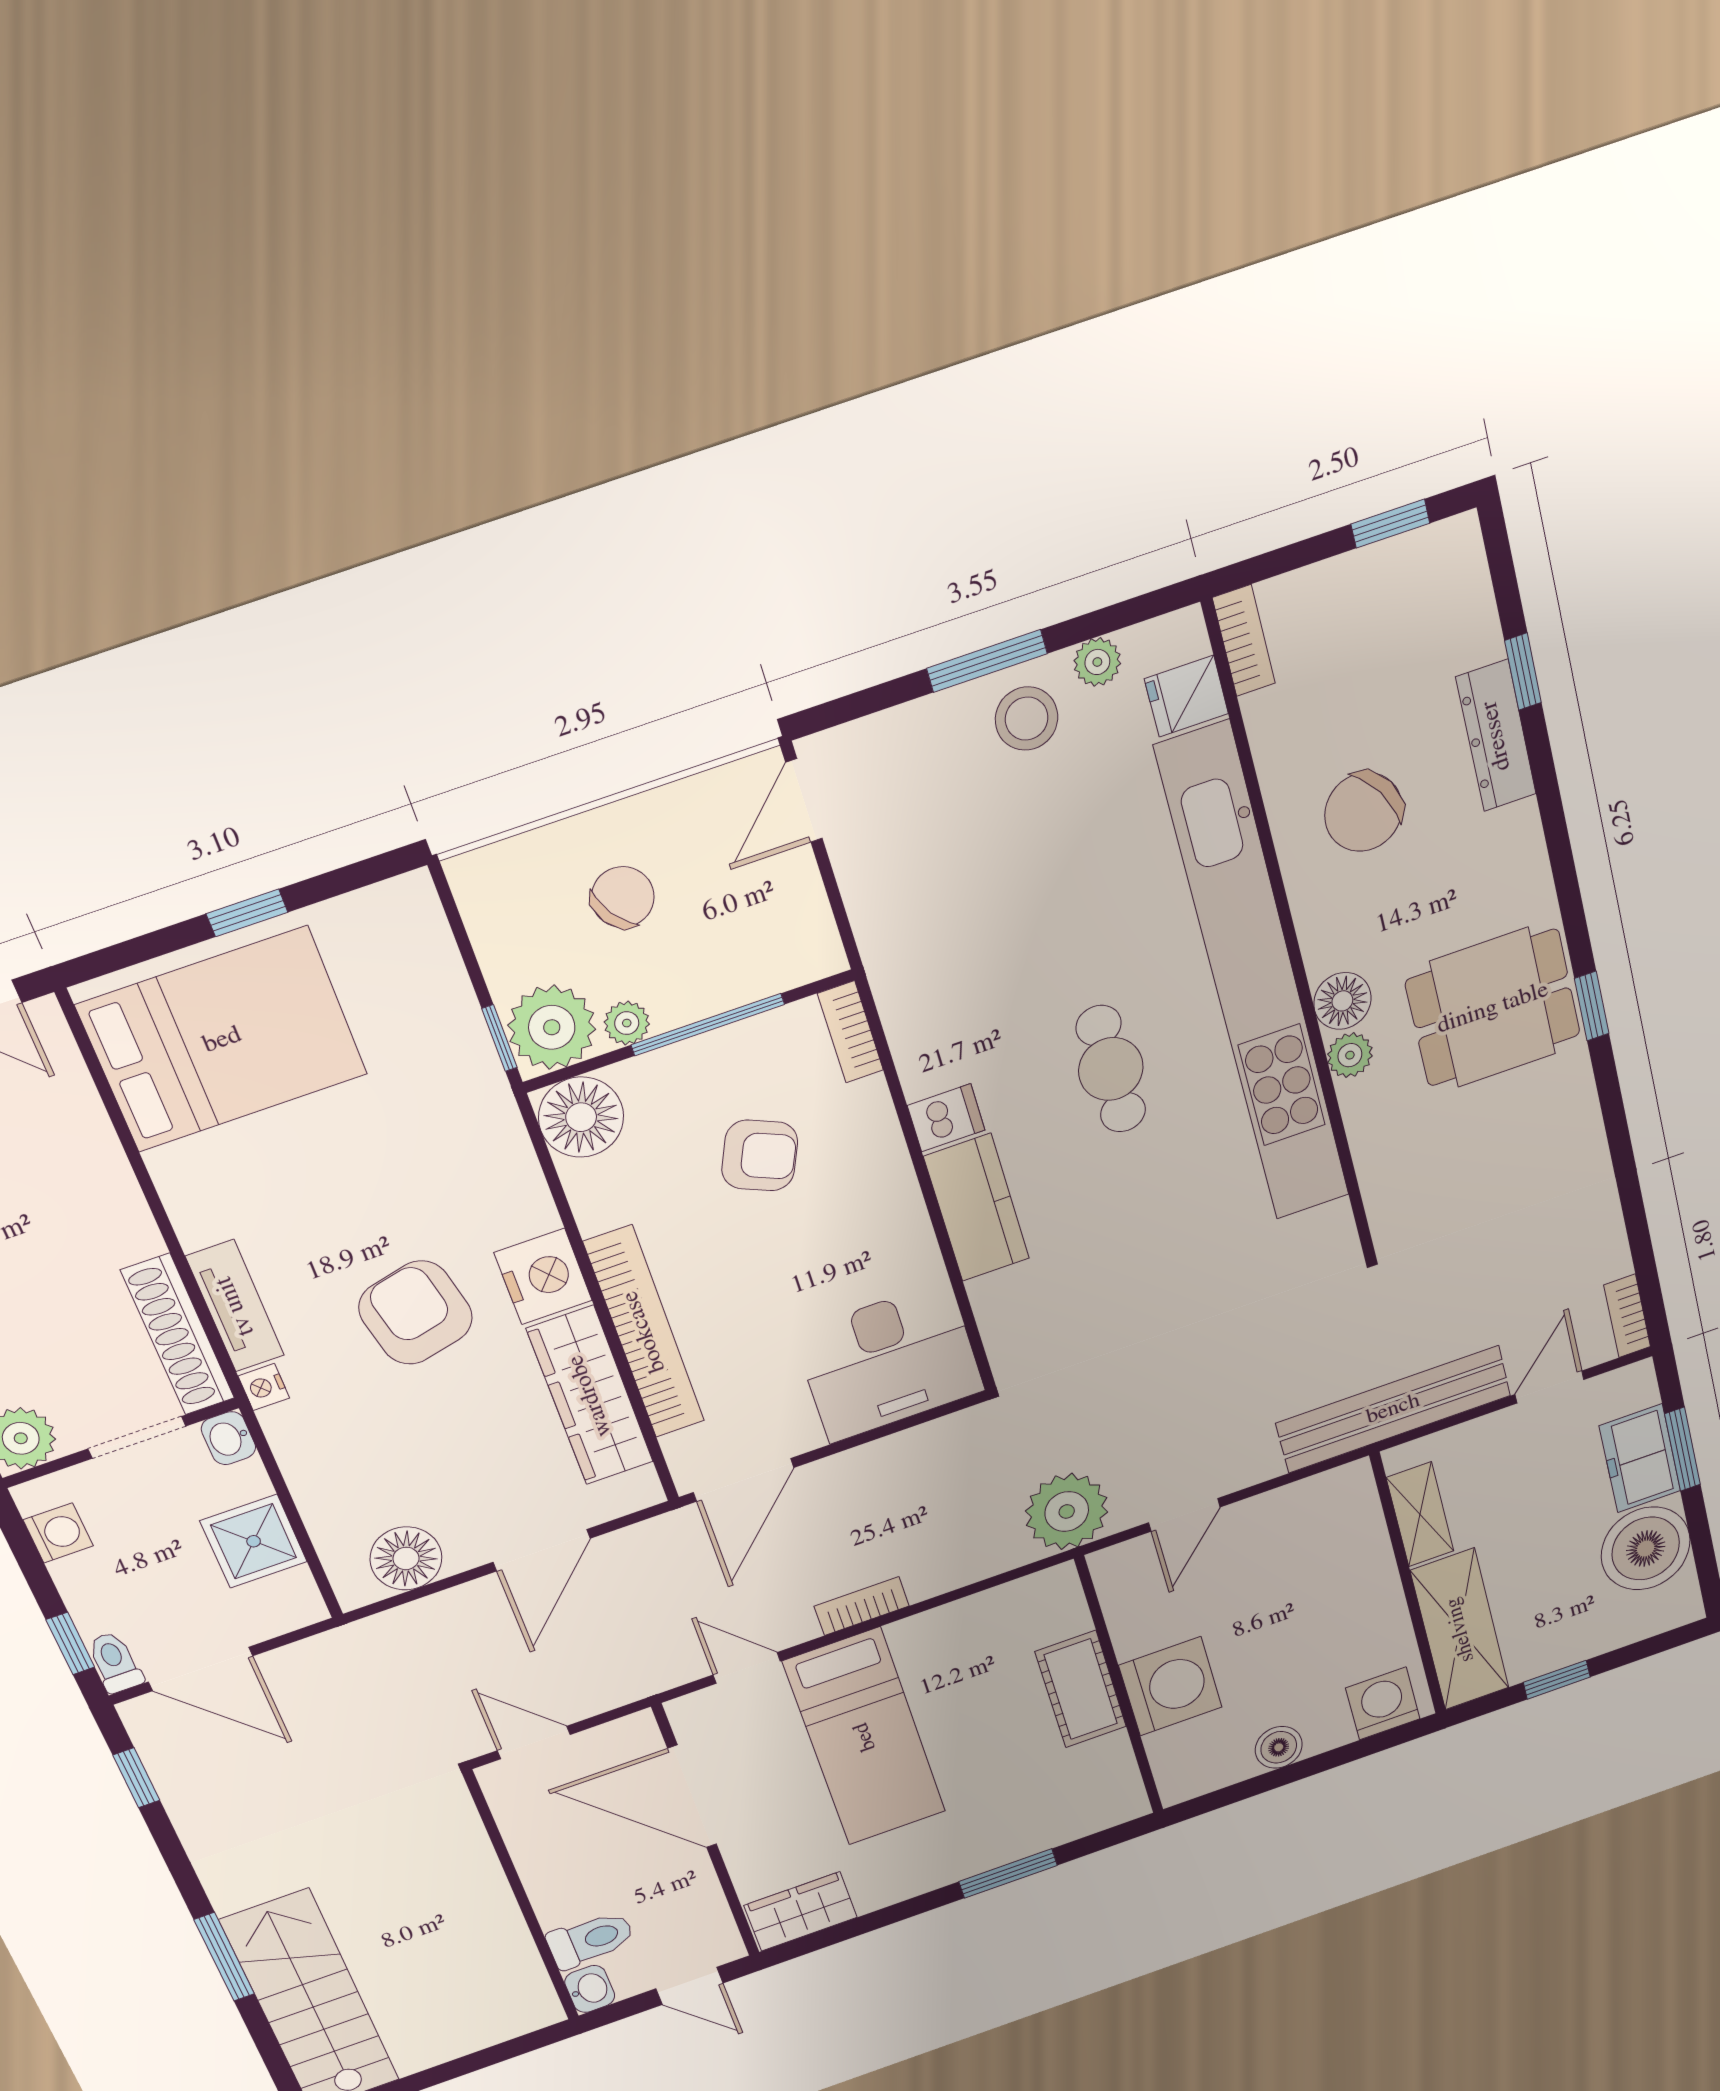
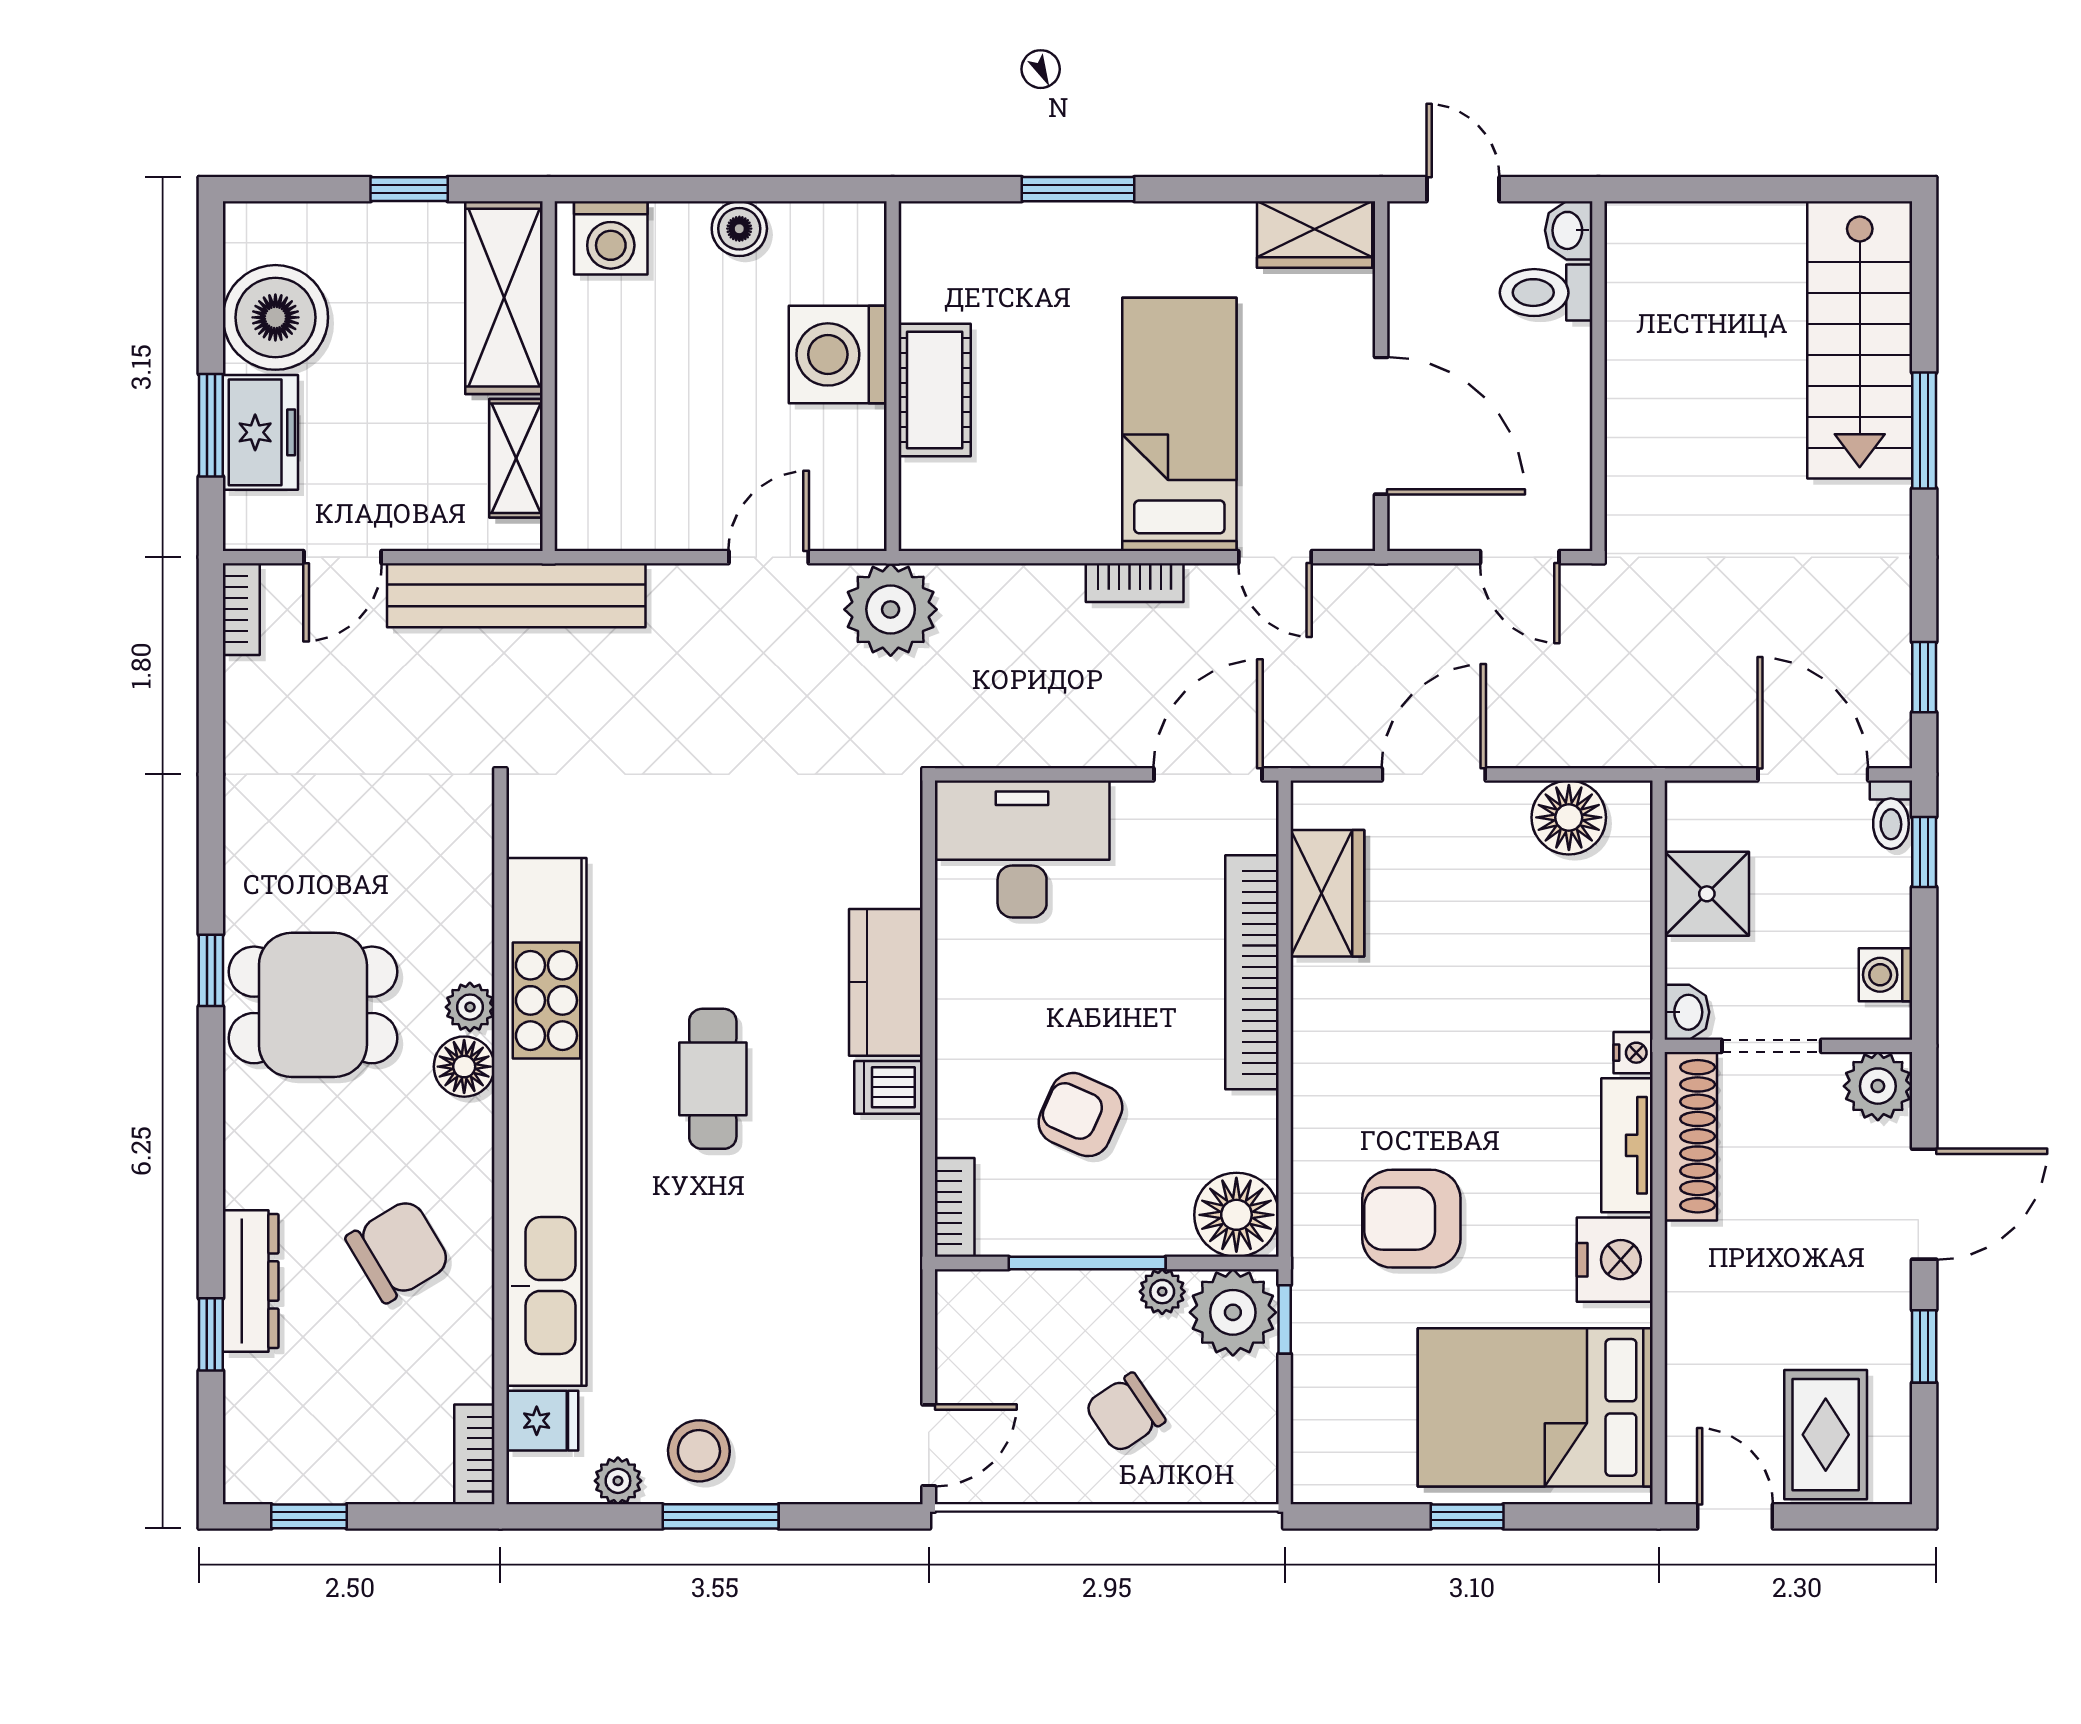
nightstand: (543, 1277) -> (1615, 1260), moved, turned 180
armchair: (416, 1313) -> (1411, 1219), moved, turned 103
wardrobe: (590, 1396) -> (1327, 893), width x0.67

